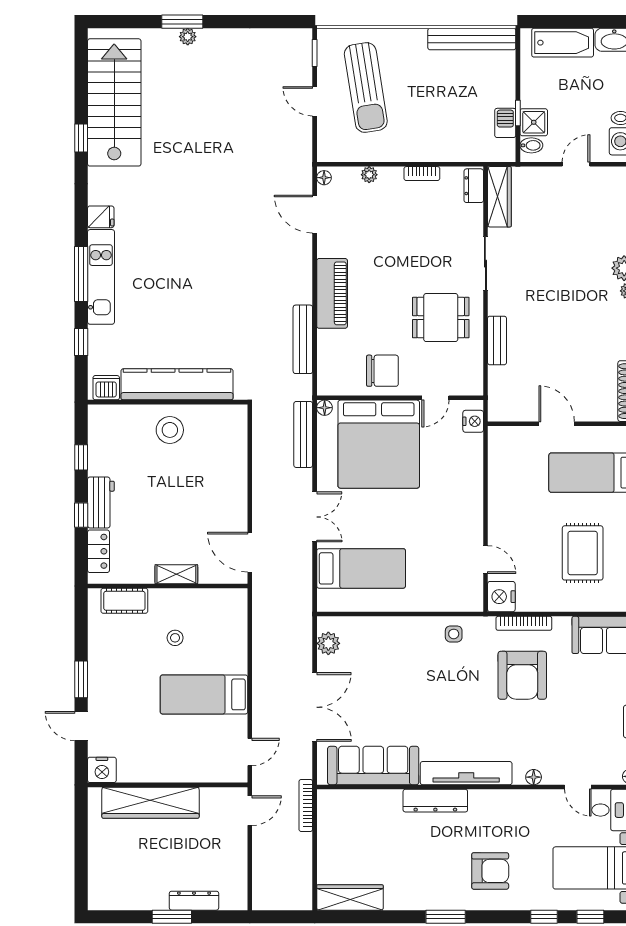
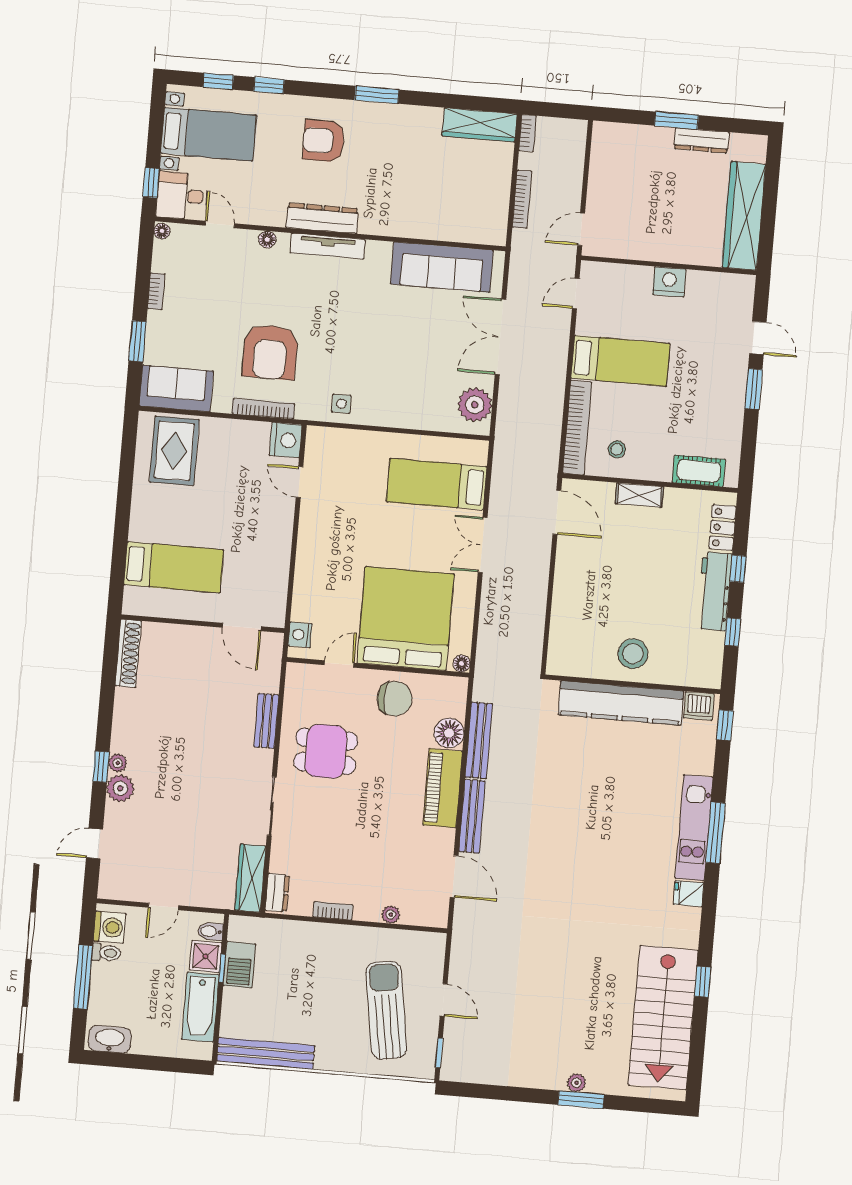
bathtub: (563, 43) -> (200, 1007), moved, turned -90
barbecue: (505, 123) -> (239, 965), width x1.38, depth x1.27
floor lamp: (324, 178) -> (449, 733), moved, width x1.89, depth x1.89
window: (81, 342) -> (725, 725), moved
chair: (382, 371) -> (395, 699), turned 180
door: (557, 424) -> (242, 627), moved
bench: (303, 434) -> (472, 816), moved
workbench: (101, 503) -> (714, 591), width x1.38
rug: (583, 553) -> (174, 451), moved
bookcase: (238, 631) -> (577, 428), added
stool: (175, 638) -> (617, 449), moved
plant: (328, 643) -> (475, 405), width x1.36, depth x1.36
armchair: (522, 675) -> (270, 352), turned 180
nightstand: (102, 770) -> (669, 282), moved
tv unit: (466, 773) -> (328, 246), width x0.73, depth x0.78
dresser: (435, 801) -> (322, 218), moved
wardrobe: (151, 803) -> (744, 216), moved, turned -90
bookcase: (306, 805) -> (522, 199), moved
bookcase: (306, 894) -> (528, 133), added
dresser: (194, 901) -> (702, 140), moved

